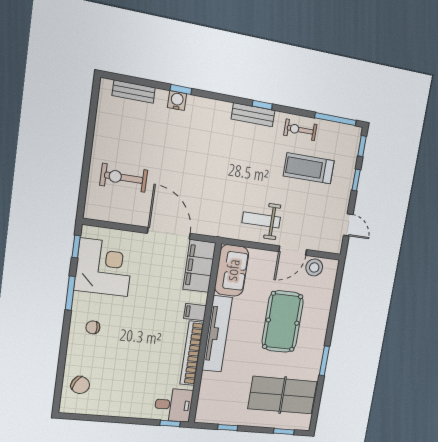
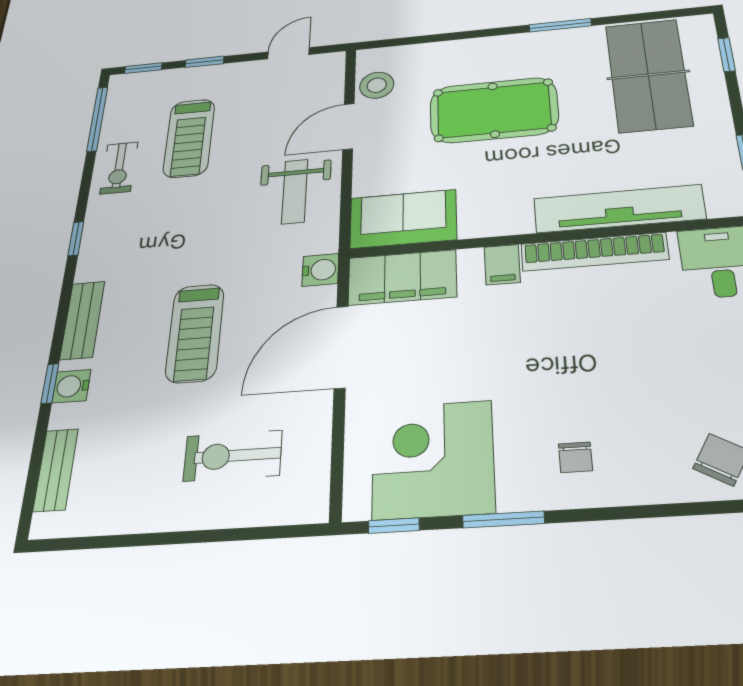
bench: (253, 115) -> (82, 320), moved
treadmill: (193, 164) -> (195, 333), added
exercise bike: (124, 178) -> (233, 456), turned 90
water cooler: (213, 228) -> (320, 270), added
door: (293, 251) -> (348, 127), swing flipped
tv unit: (217, 334) -> (619, 209), moved

